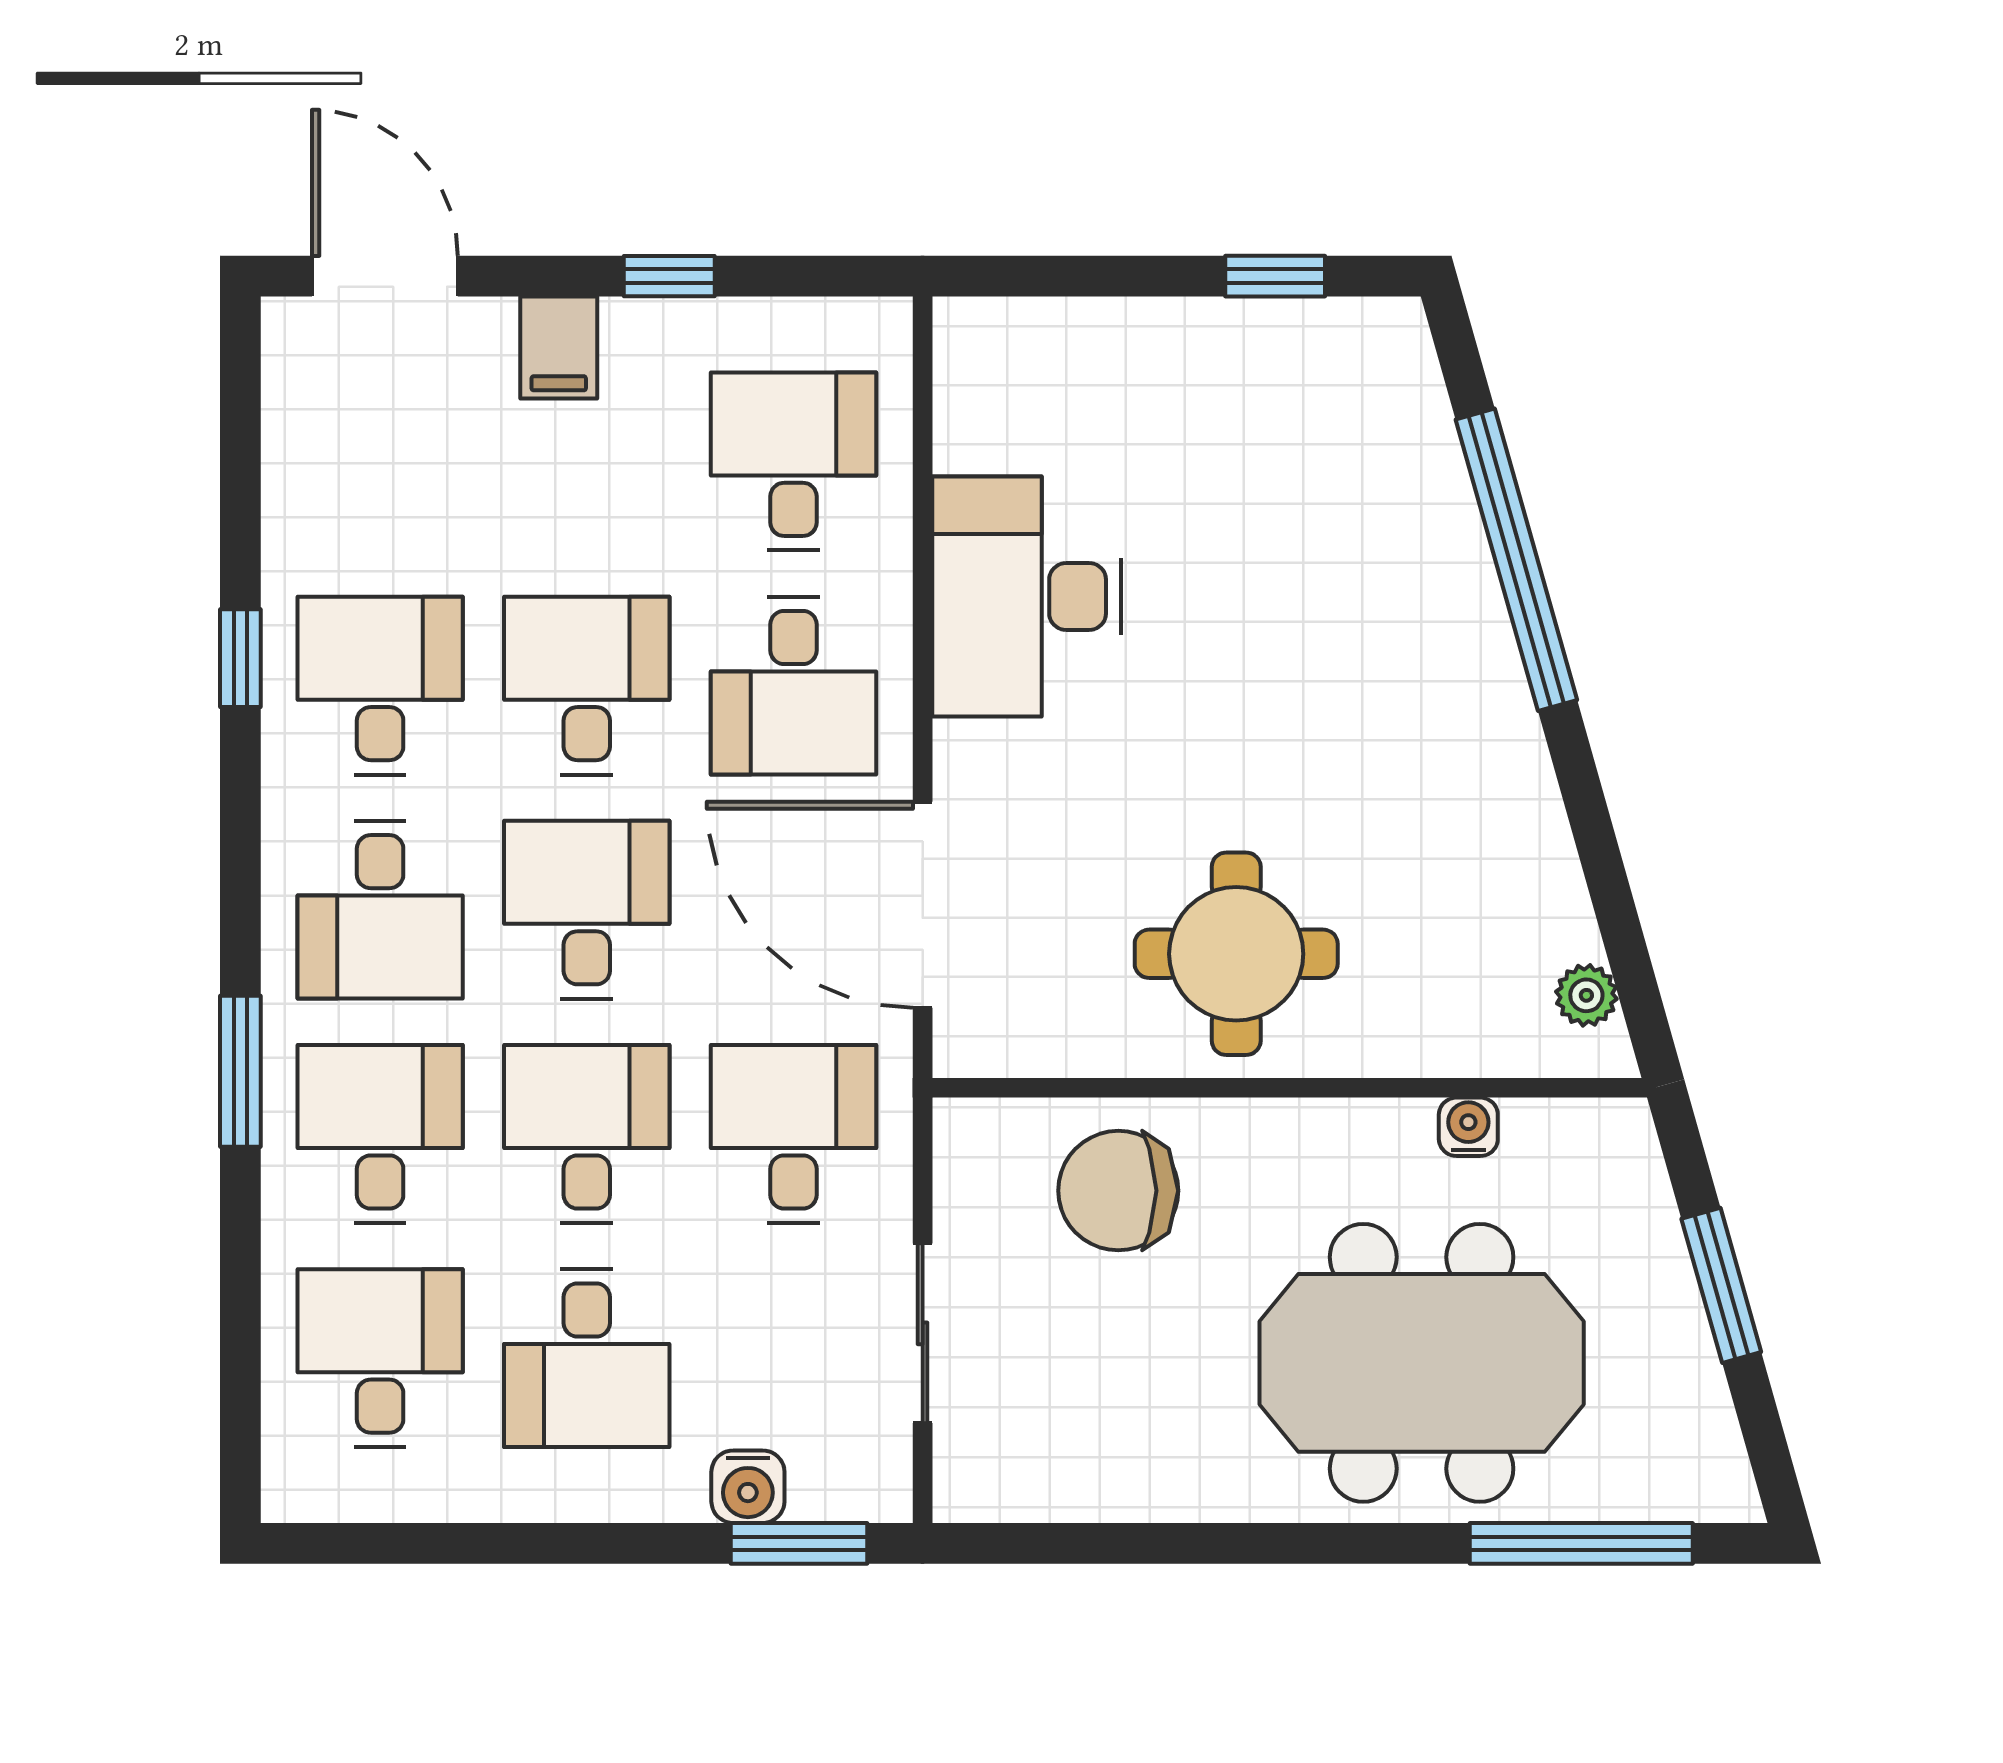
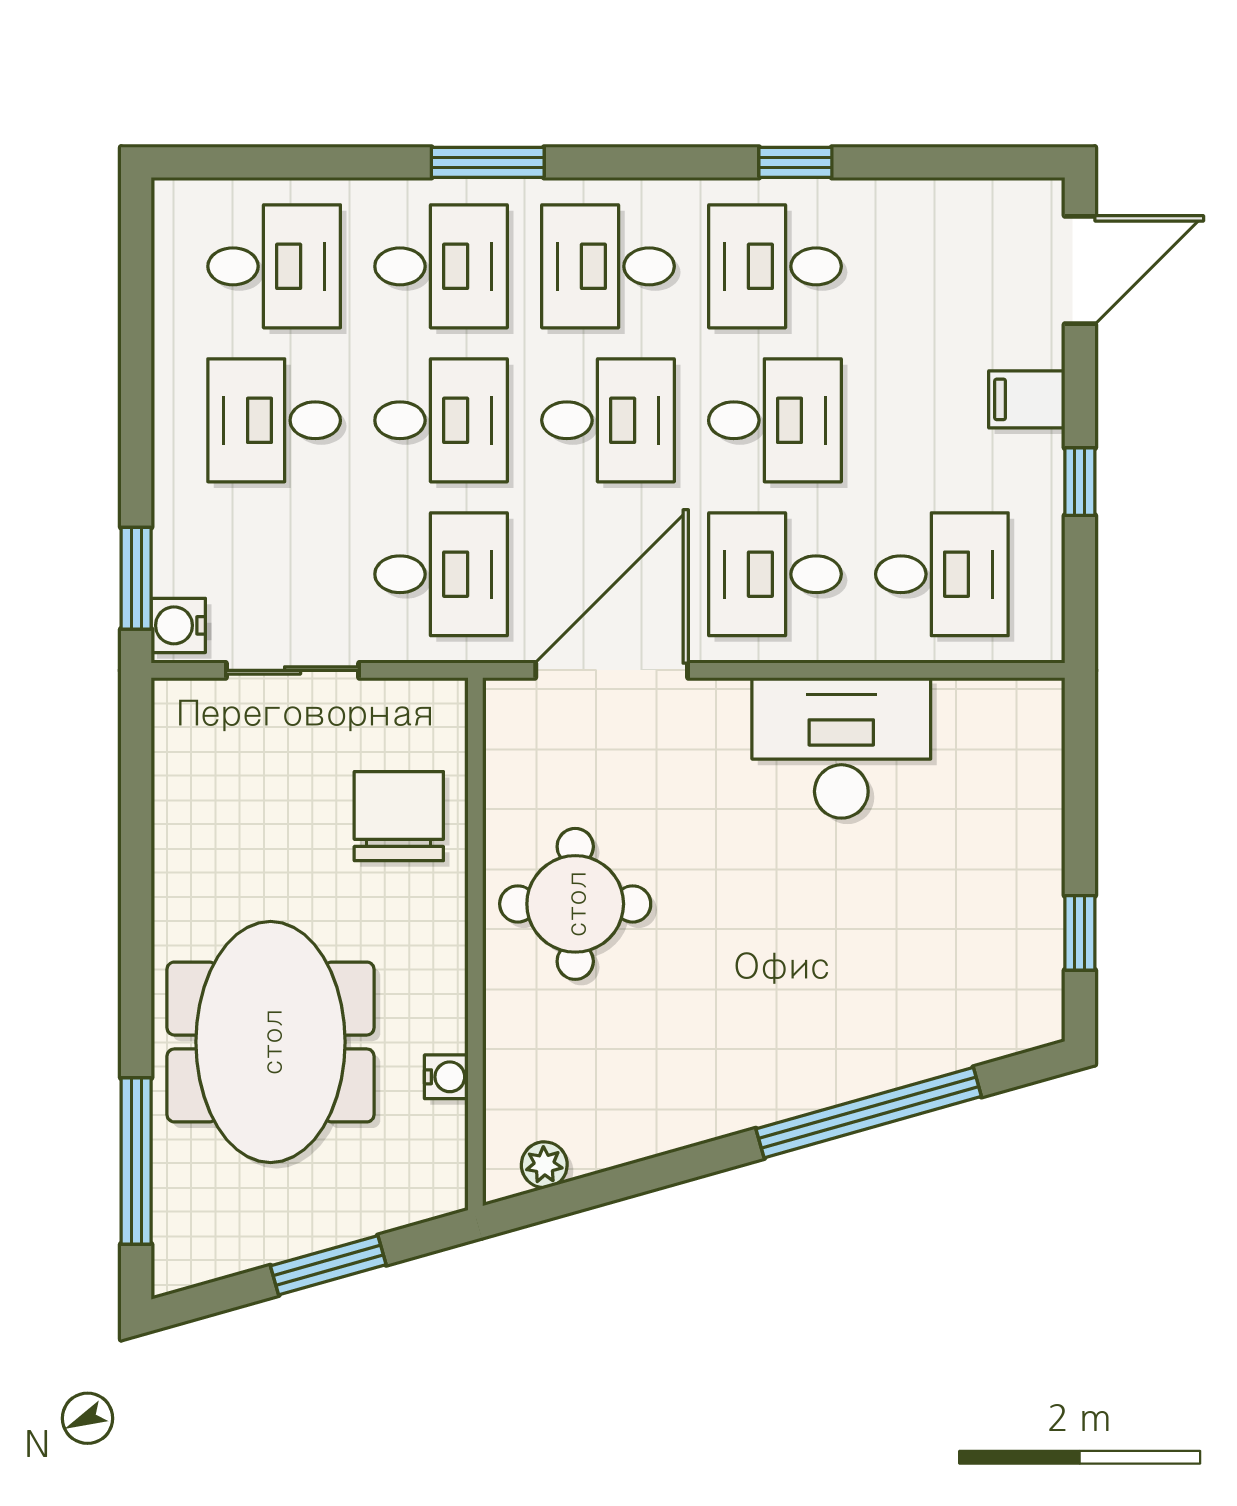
desk: (380, 686) -> (775, 266), turned 180
water cooler: (748, 1487) -> (178, 625), moved

